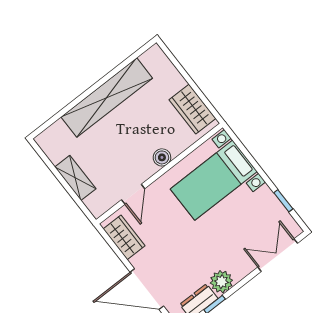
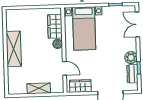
shelving: (107, 98) -> (14, 49), width x0.68
wardrobe: (192, 109) -> (55, 26), moved, turned 90

